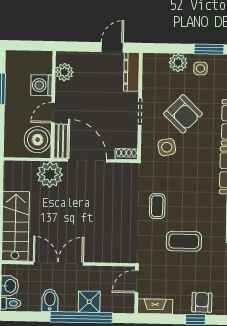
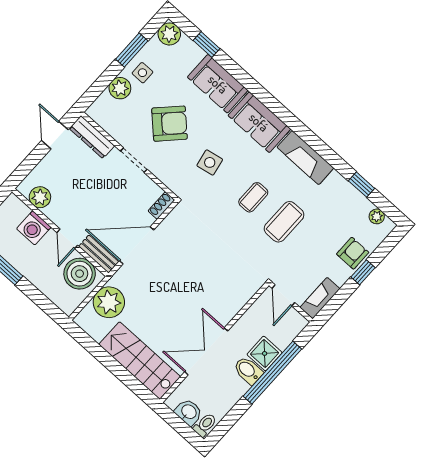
side table: (167, 147) -> (210, 162), moved
plant: (50, 174) -> (109, 302), moved
coffee table: (157, 206) -> (253, 197), moved, turned 90
bidet: (50, 300) -> (248, 370), moved
armchair: (202, 302) -> (353, 253), turned 89

